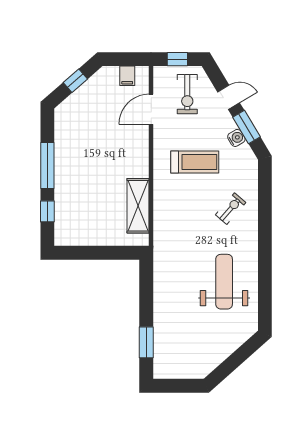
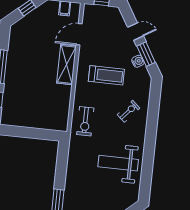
exercise bike: (187, 94) -> (85, 121), moved
shelving: (138, 206) -> (66, 64), moved
weight bench: (224, 282) -> (118, 163), turned -90

